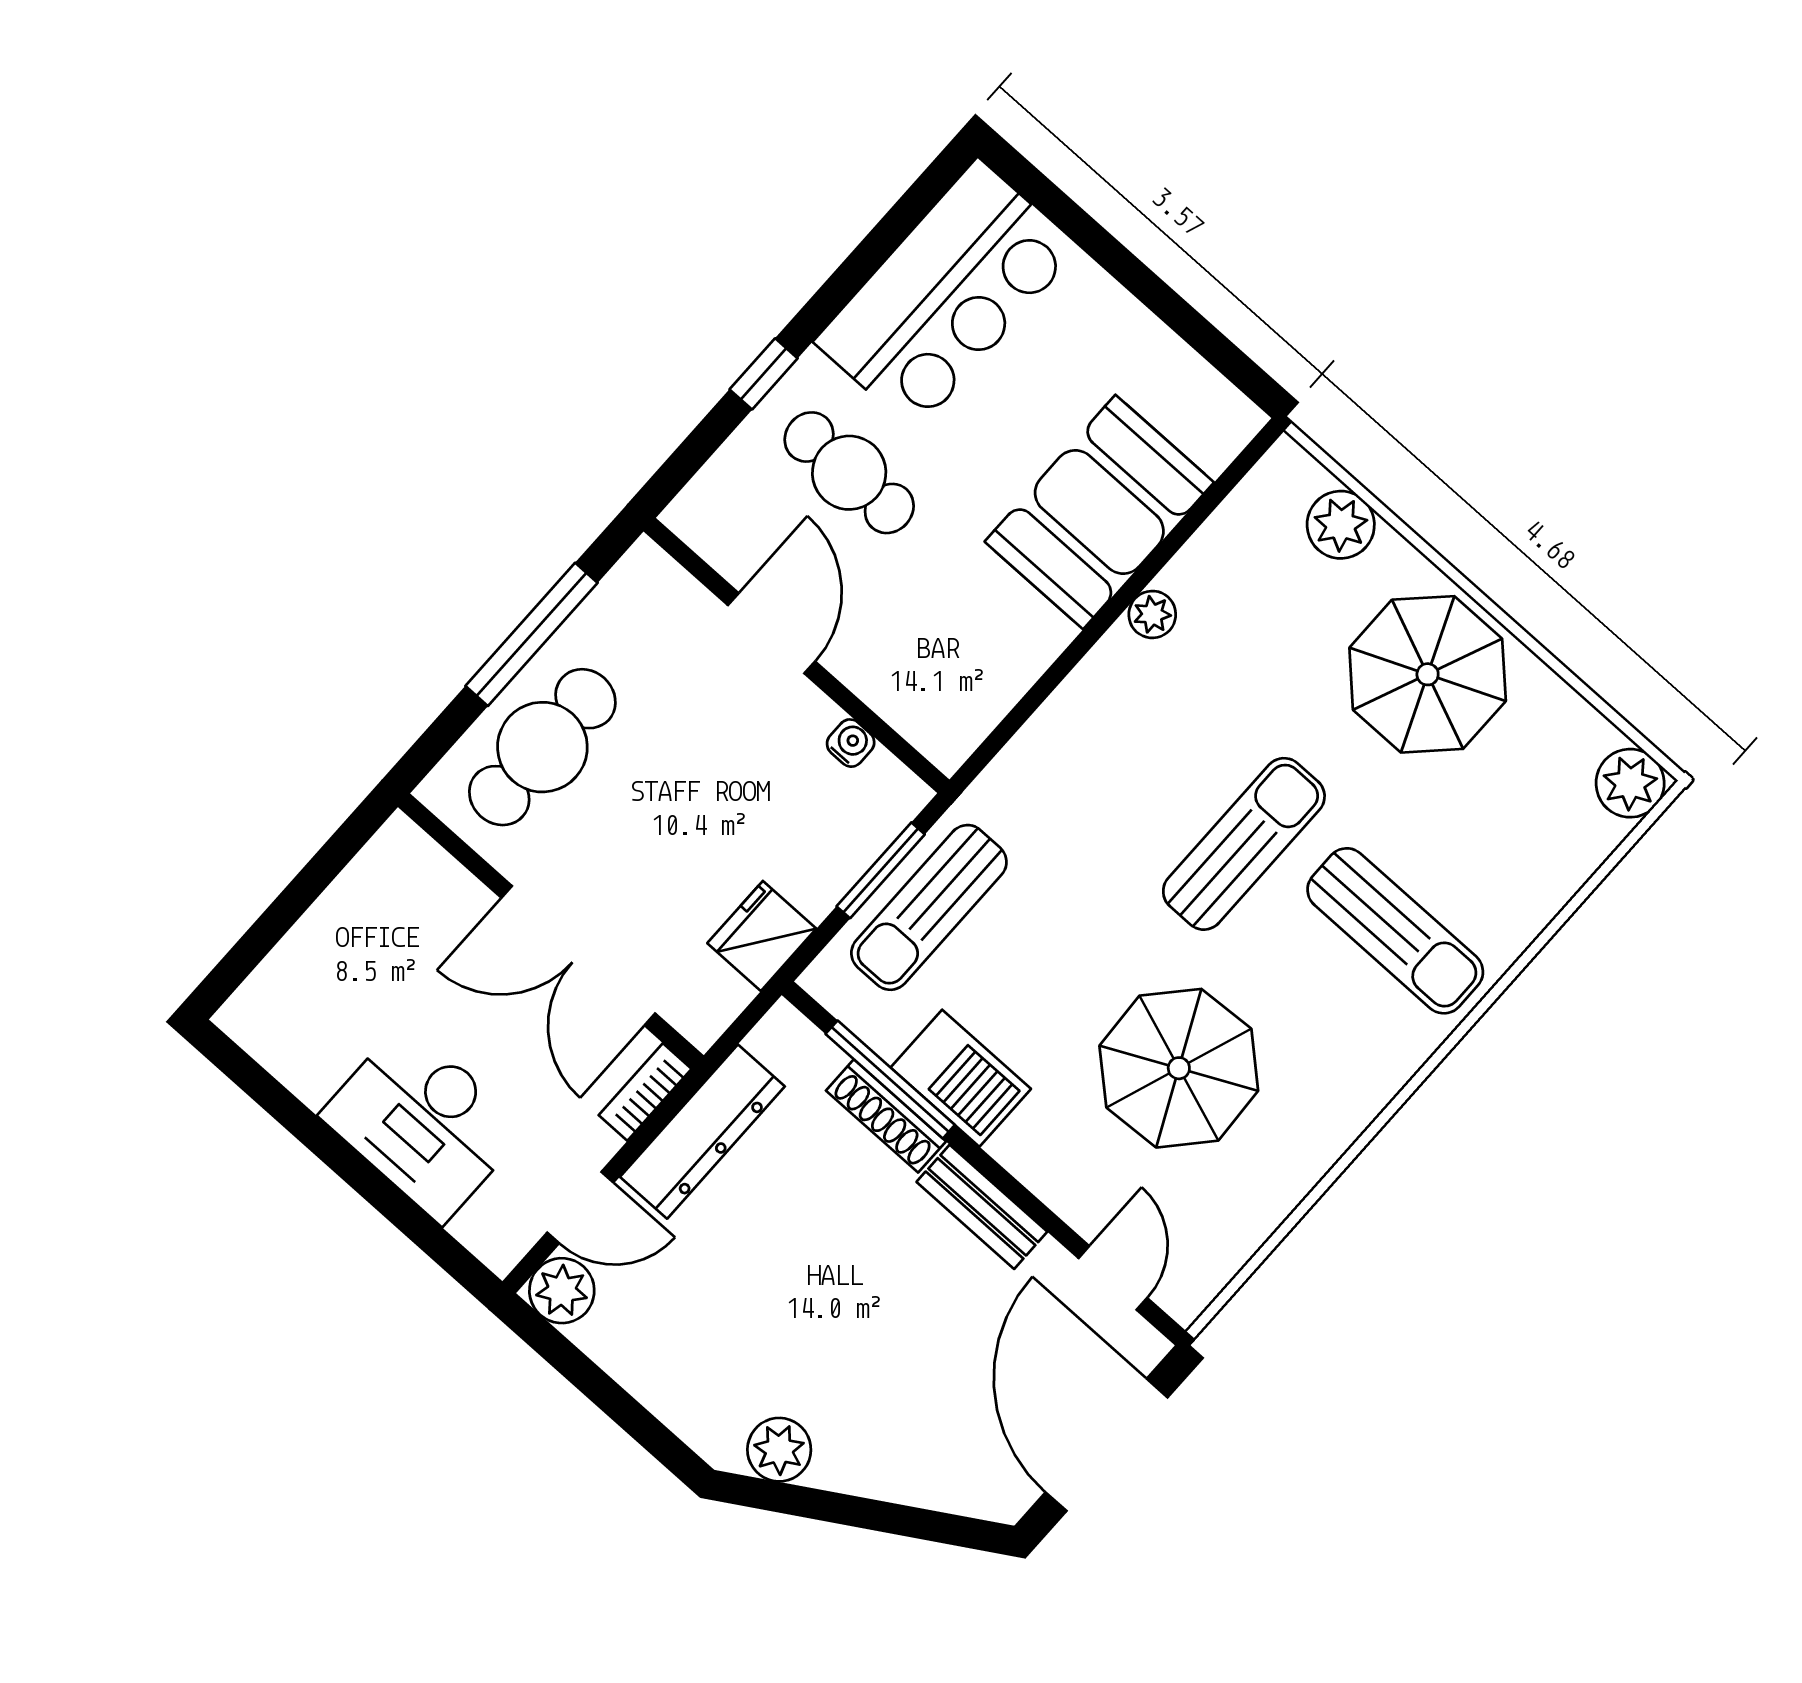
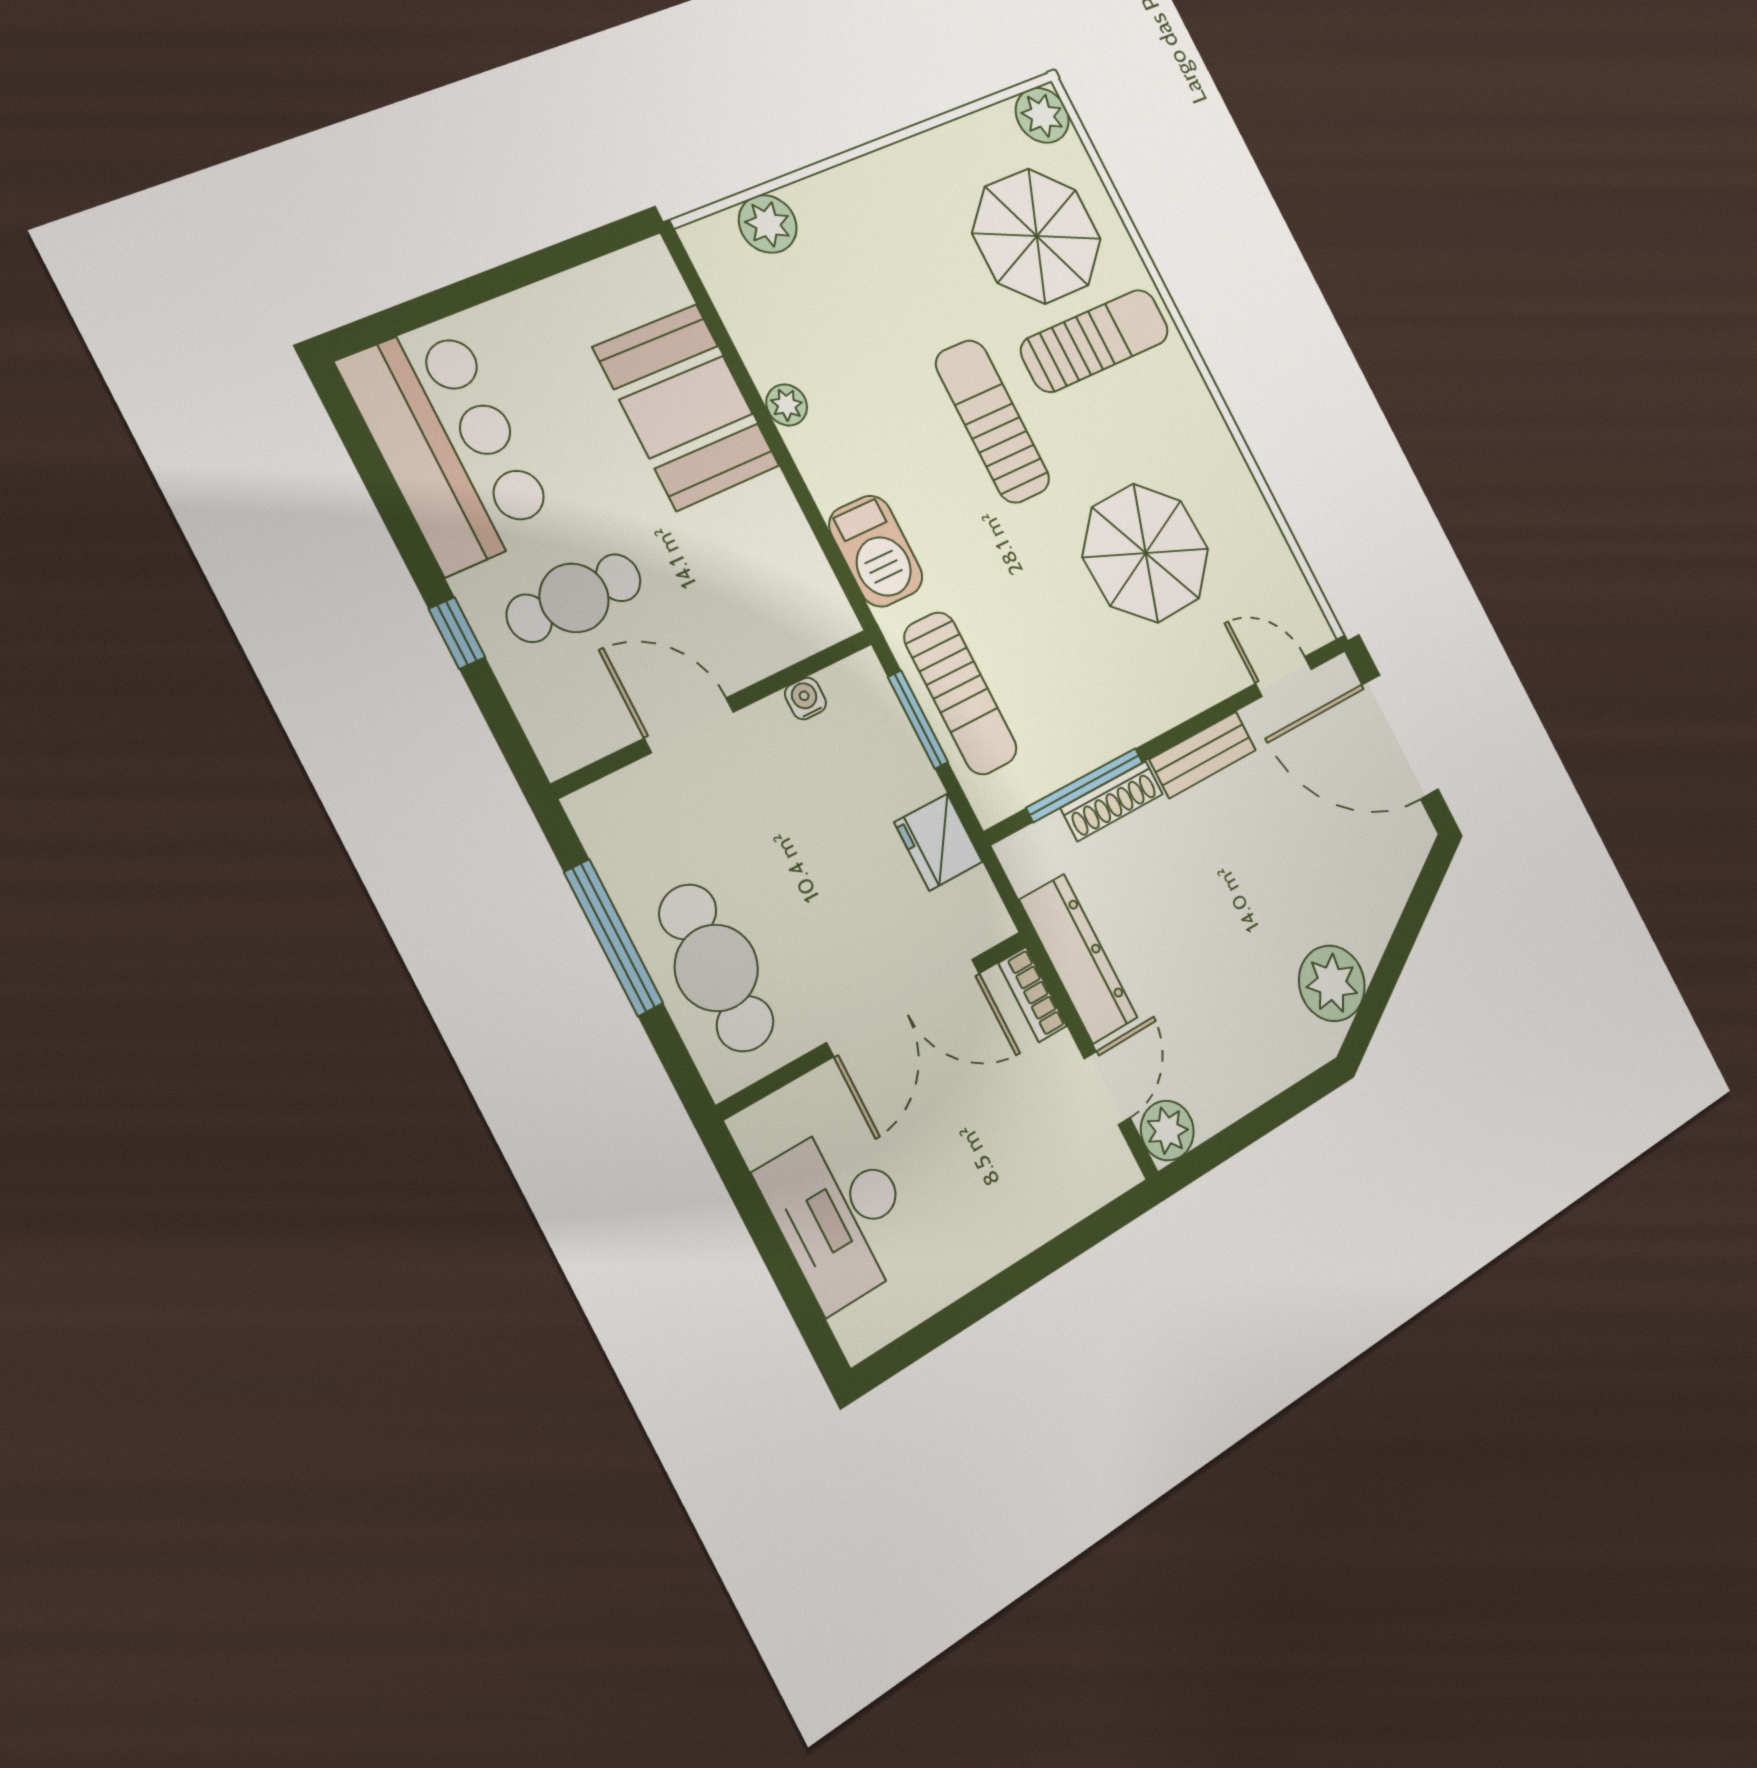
parasol: (1428, 674) -> (1037, 236), moved
barbecue: (961, 1078) -> (876, 551), moved, turned 90
desk: (423, 1122) -> (841, 1214), moved, turned 90
plant: (779, 1450) -> (1332, 983), width x1.36, depth x1.36

